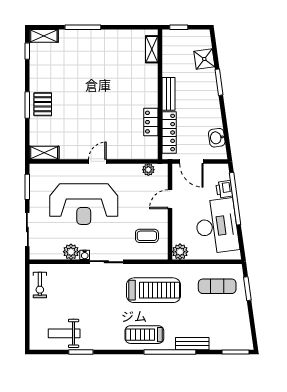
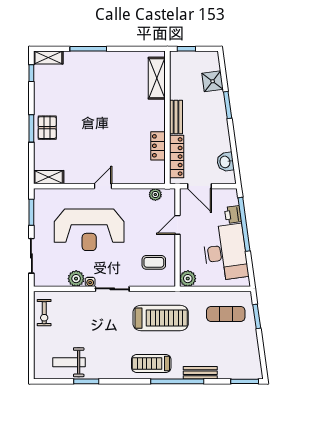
shelving: (152, 49) -> (157, 78), width x1.50, depth x1.33

